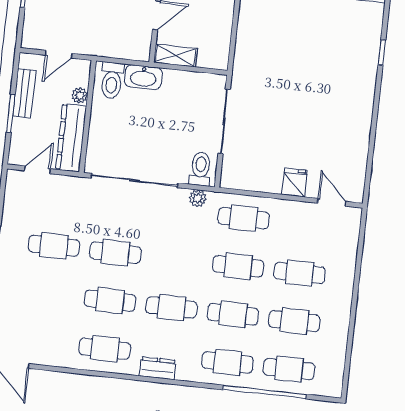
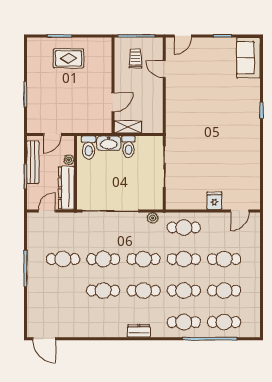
bench: (24, 93) -> (33, 162), width x1.36
toilet: (200, 169) -> (128, 147), moved, turned 180
door: (332, 202) -> (240, 211), swing flipped
cafe table: (105, 349) -> (143, 259), moved

